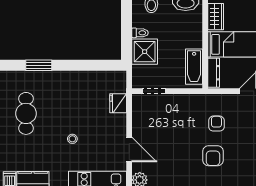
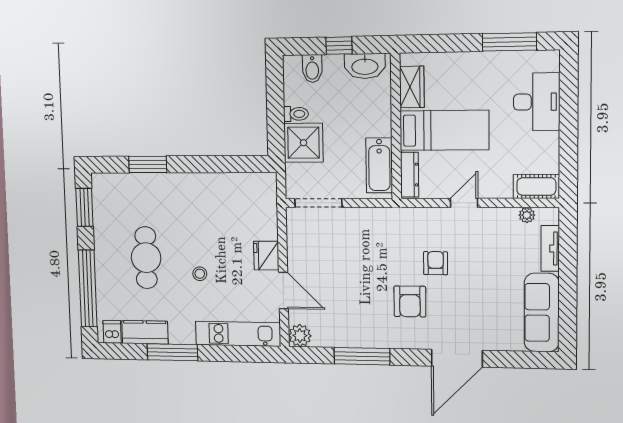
doorway: (154, 91) -> (318, 203), width x1.38
fridge: (118, 103) -> (266, 256), moved
cafe table: (26, 113) -> (146, 258), moved
armchair: (216, 124) -> (436, 263), moved

